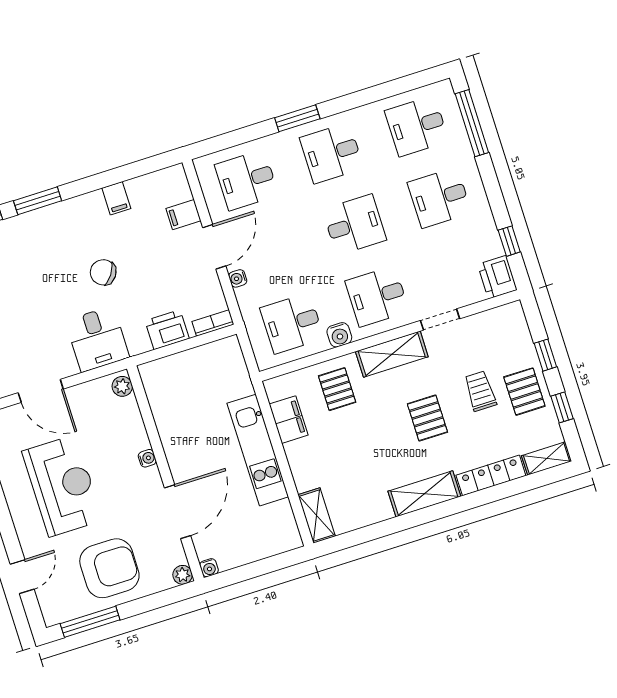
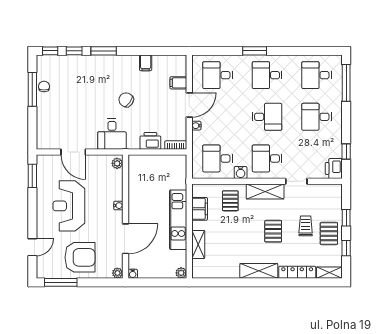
reception desk: (62, 486) -> (69, 206), turned 180
shelving: (317, 515) -> (198, 244), moved
plant: (292, 540) -> (181, 273), added

